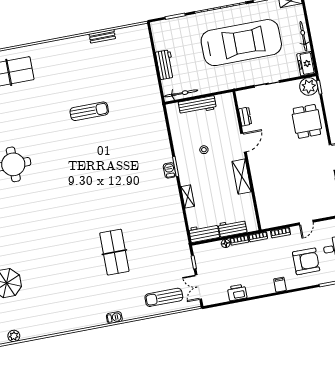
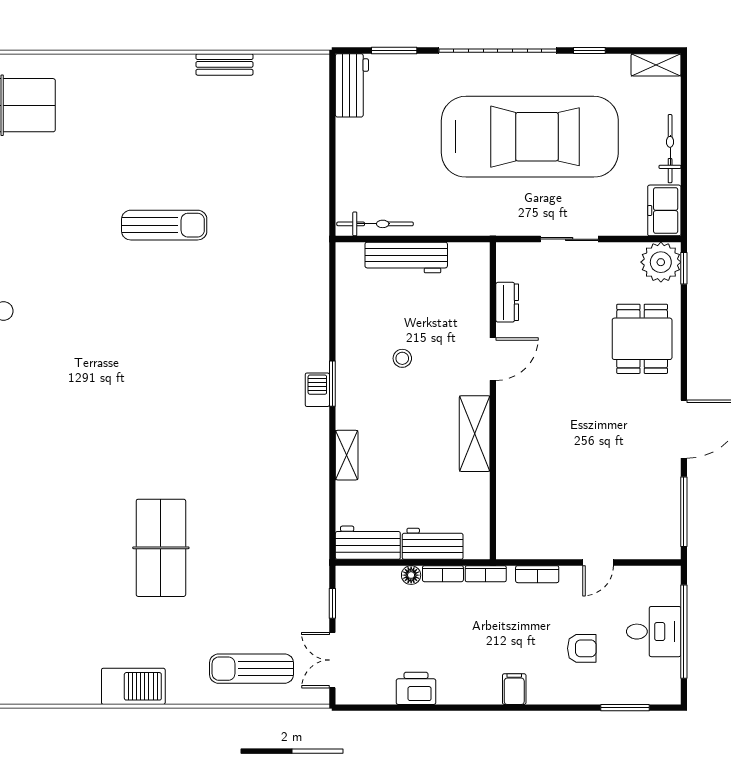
workbench: (165, 65) -> (352, 85), moved
armchair: (306, 261) -> (582, 648), width x0.53, depth x0.53
barbecue: (114, 318) -> (133, 686), width x1.88, depth x1.53

